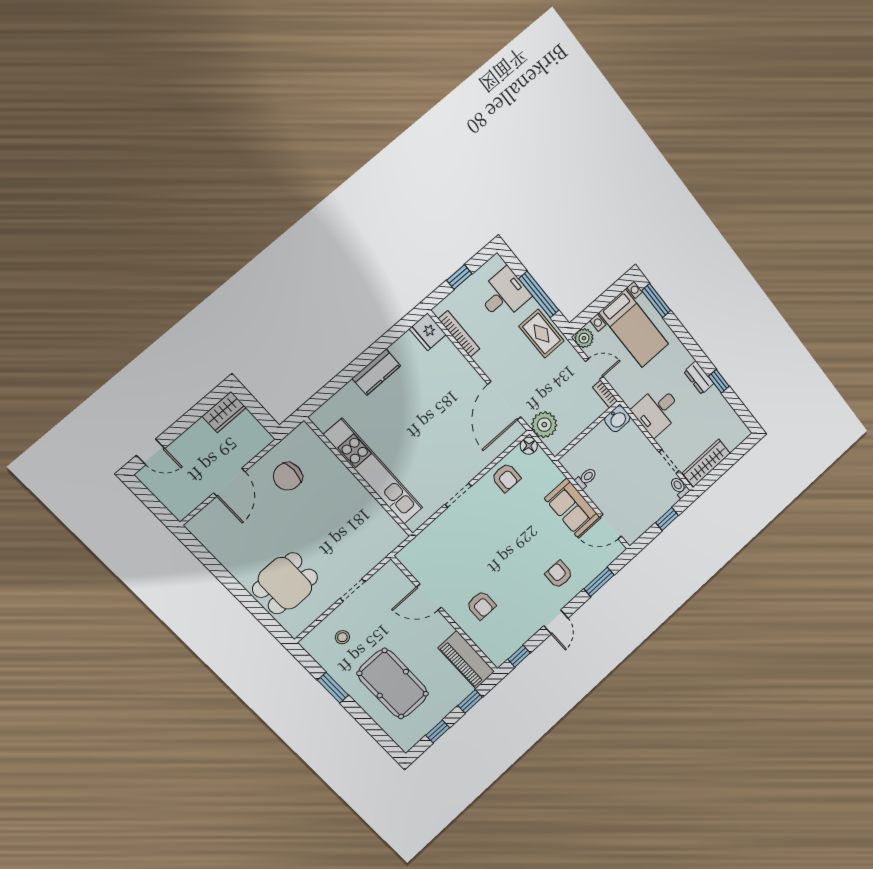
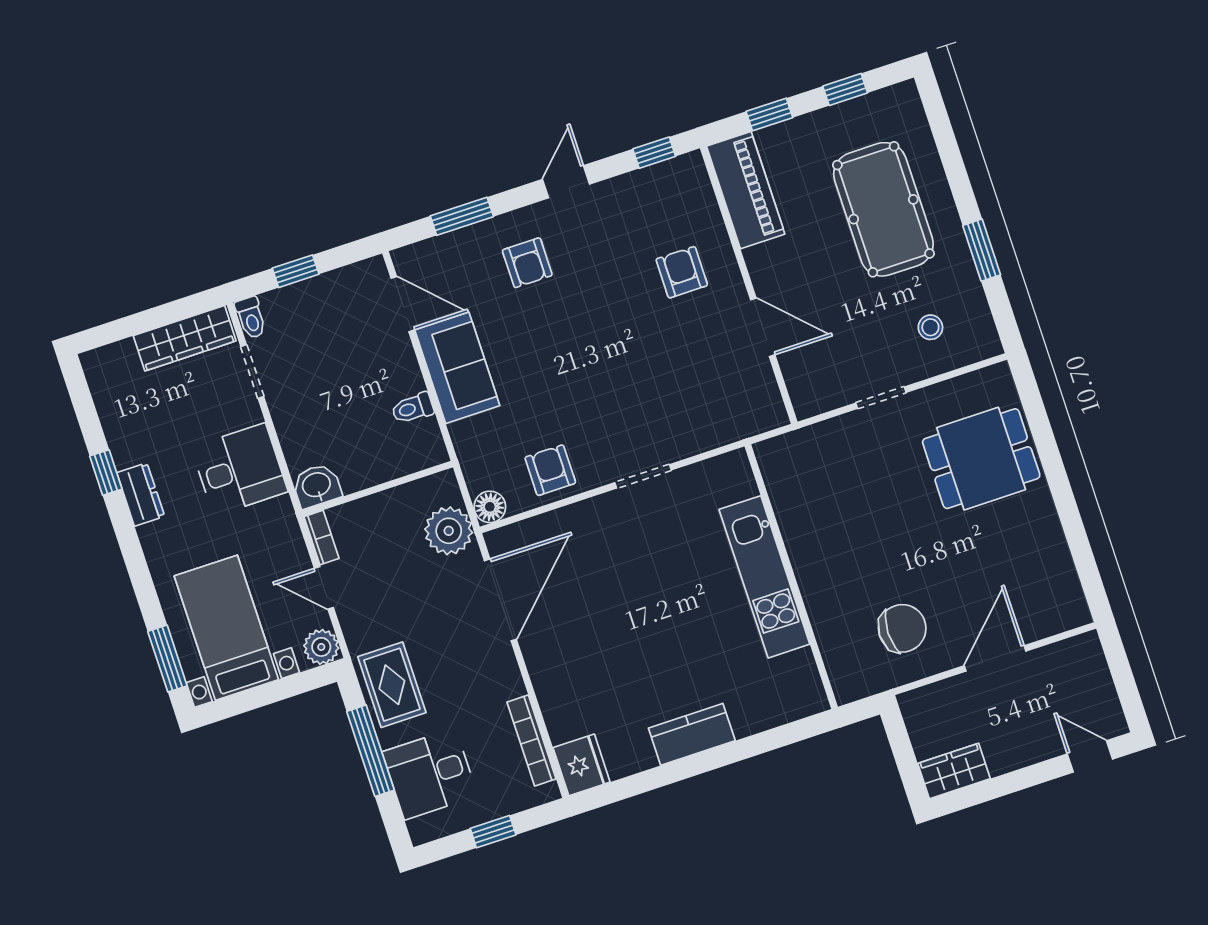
kitchen unit: (373, 471) -> (764, 577), width x0.73

